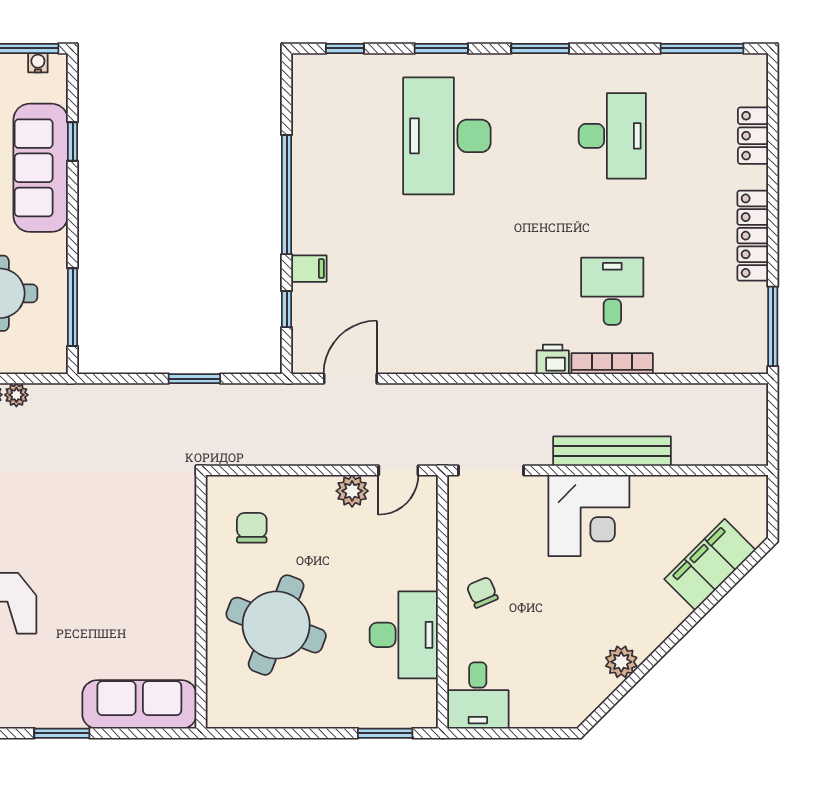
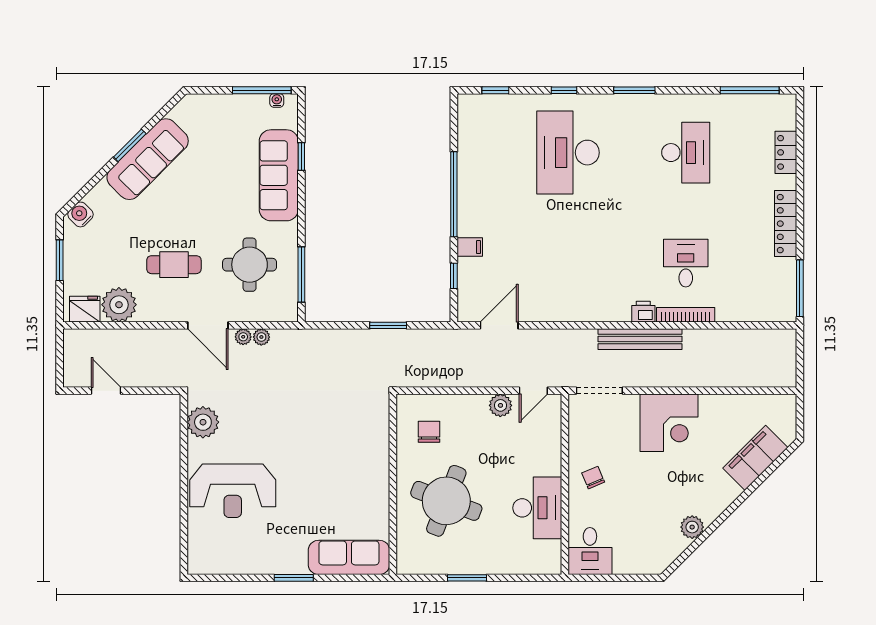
window: (441, 48) -> (564, 90), width x0.67
bench: (612, 451) -> (640, 339), moved
window: (385, 733) -> (467, 578), moved

